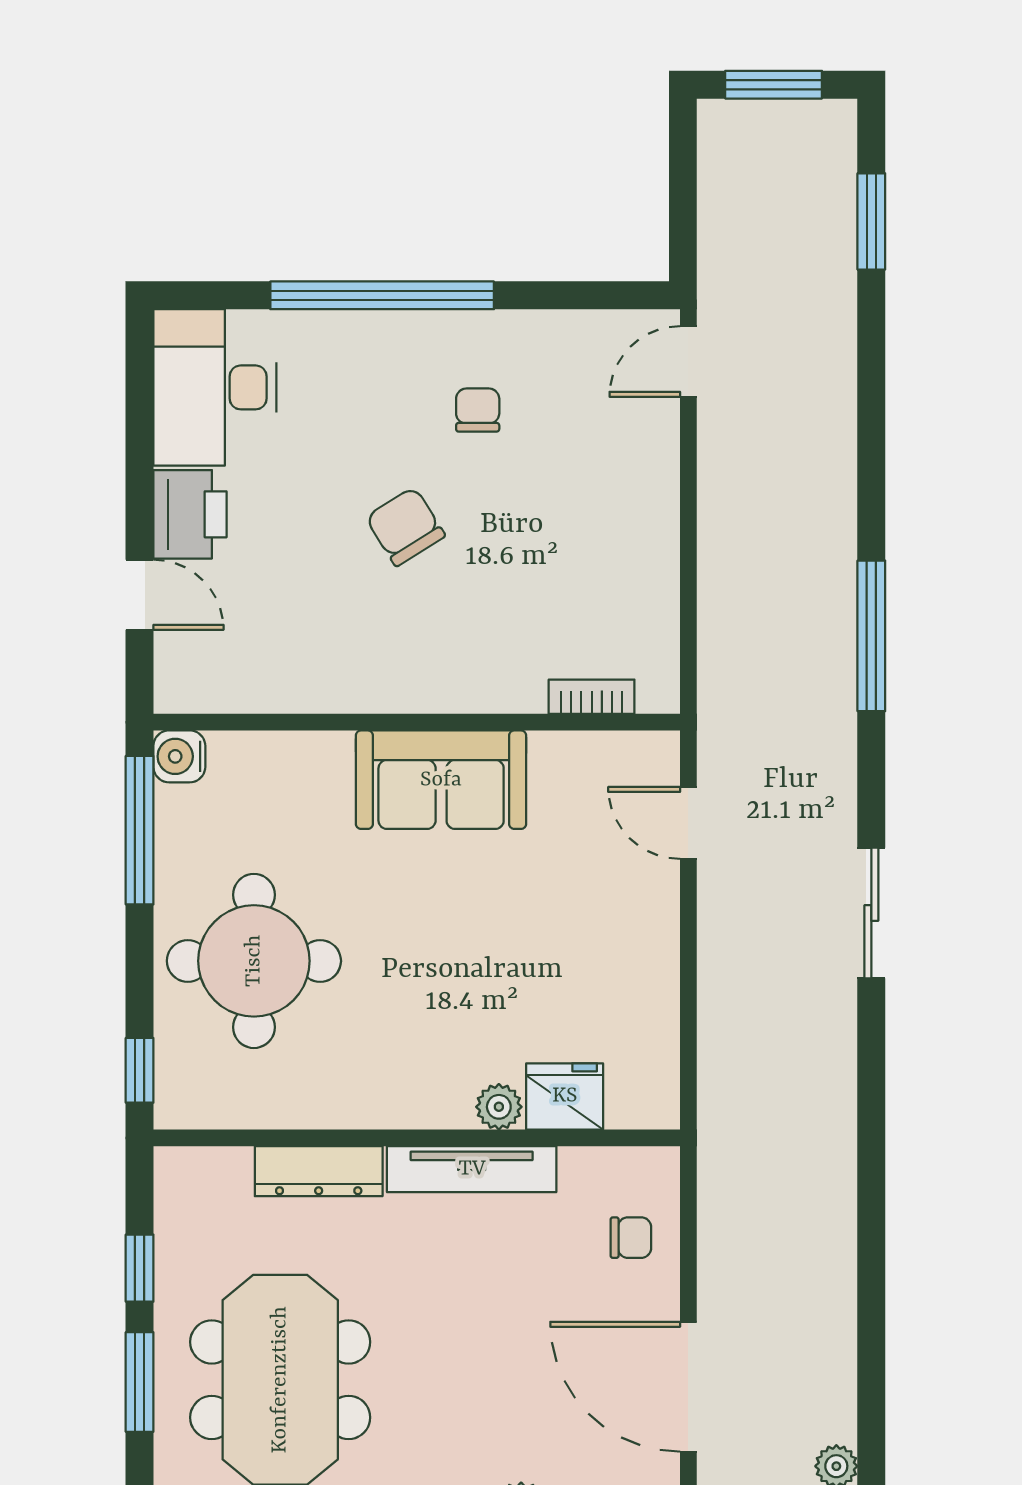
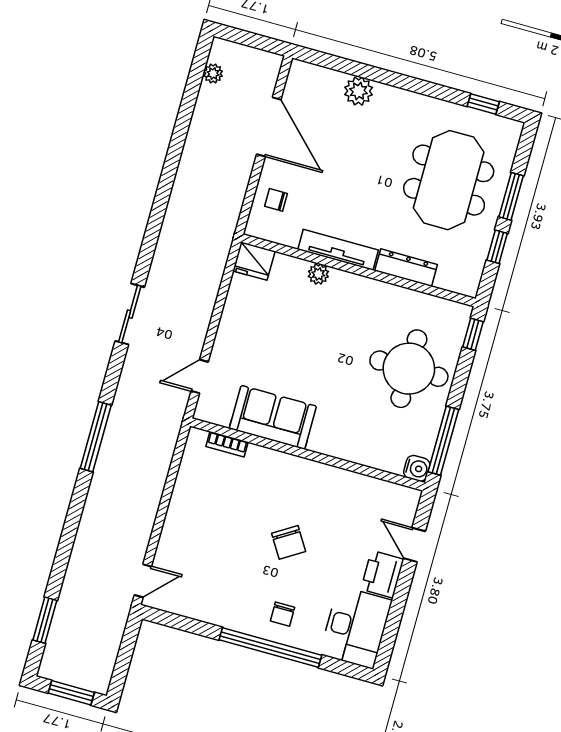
chair: (478, 410) -> (282, 614), moved
sofa: (441, 780) -> (273, 417), moved
door: (688, 823) -> (200, 376), swing flipped
fridge: (565, 1096) -> (254, 261), moved

